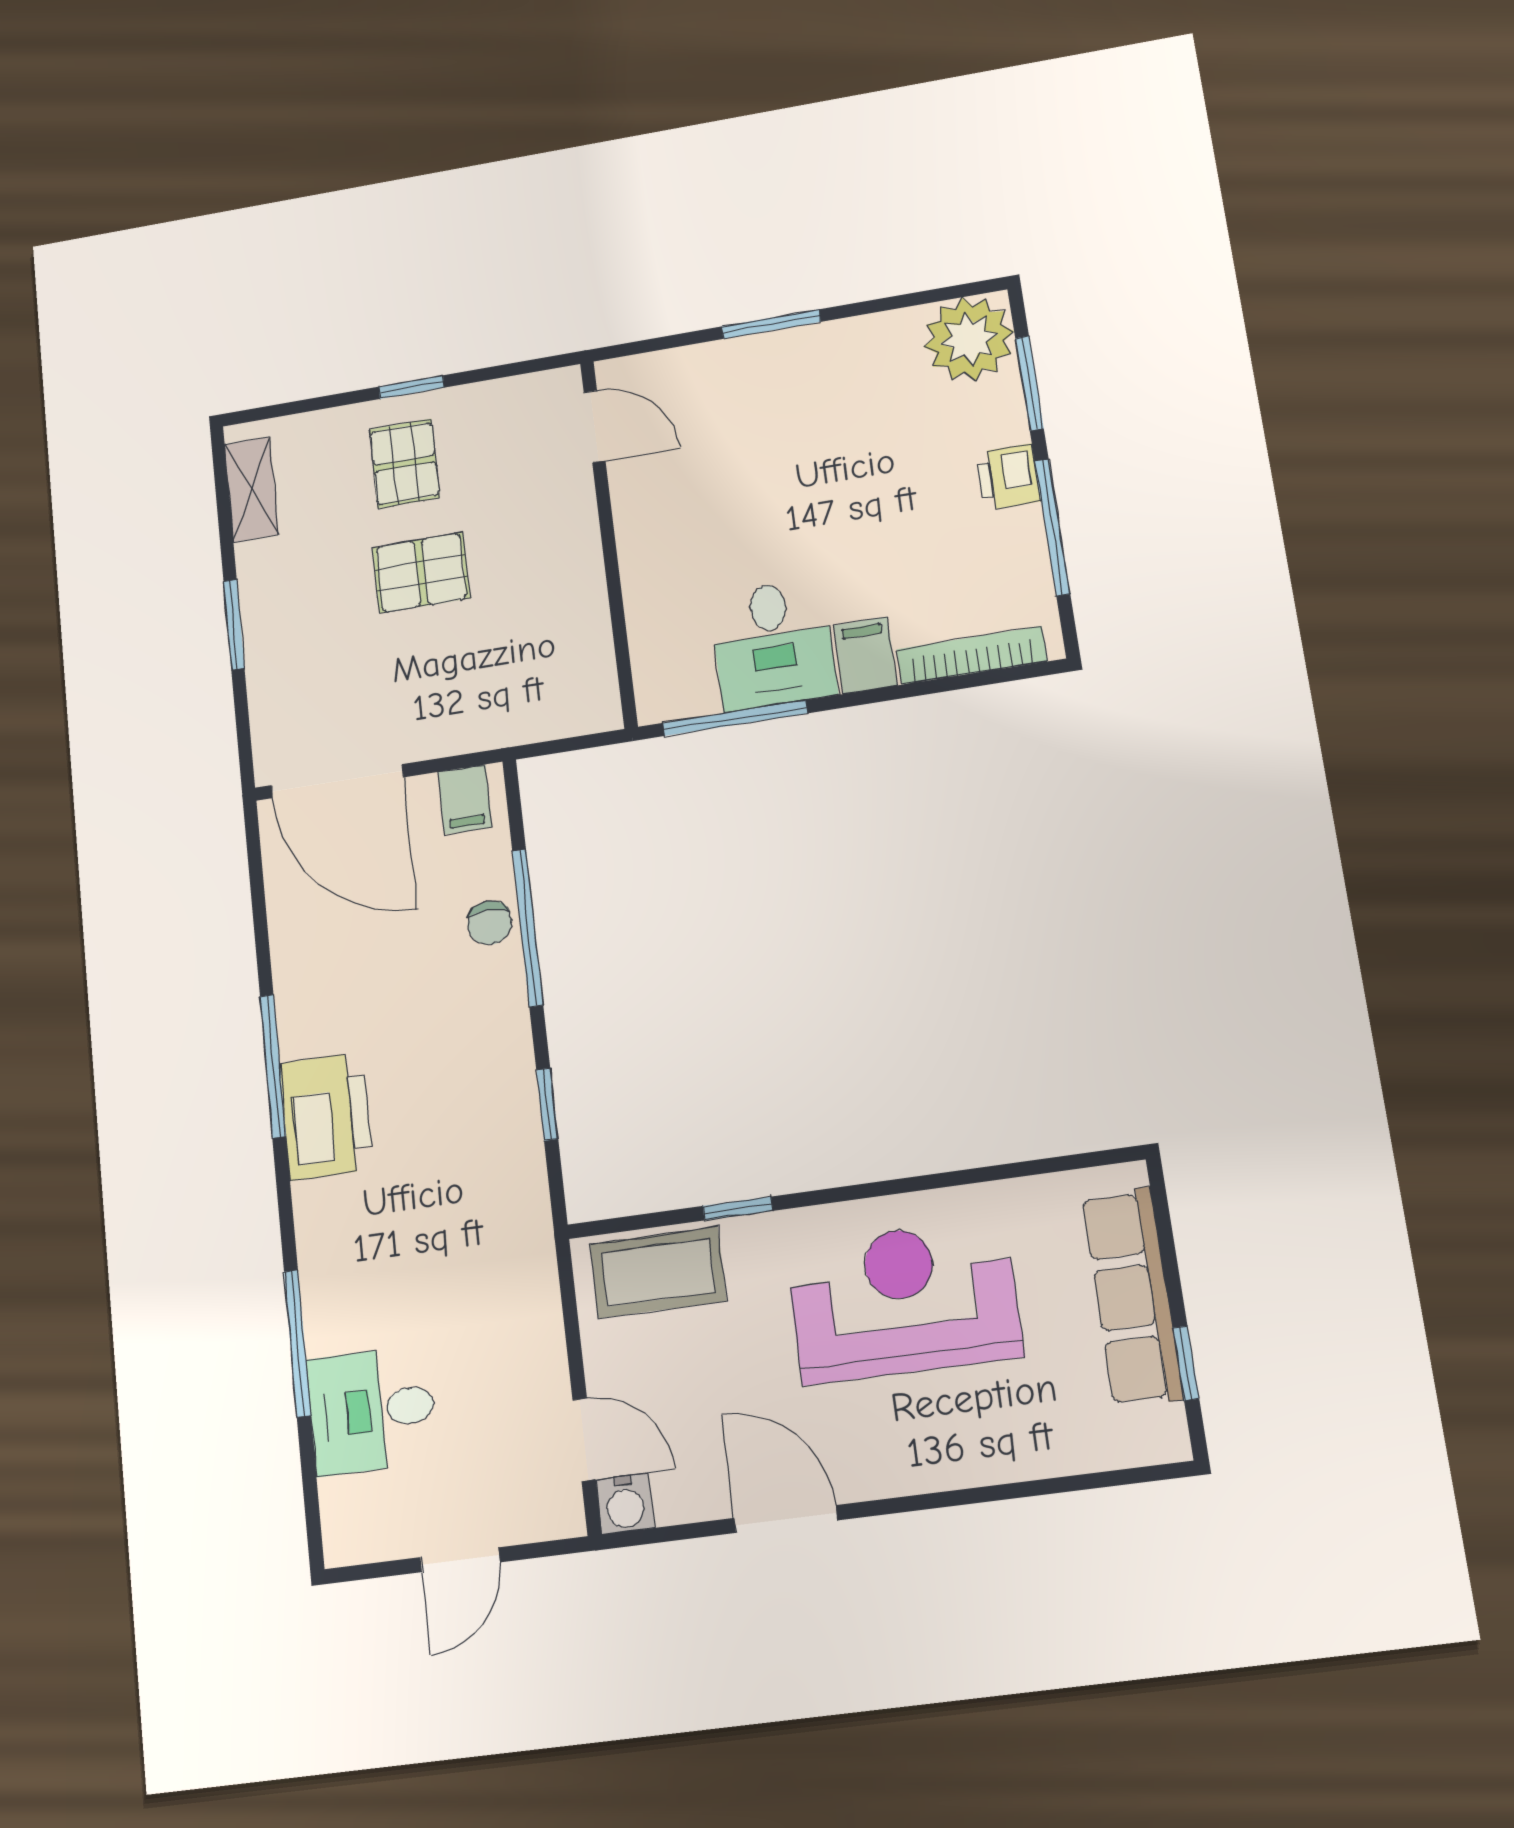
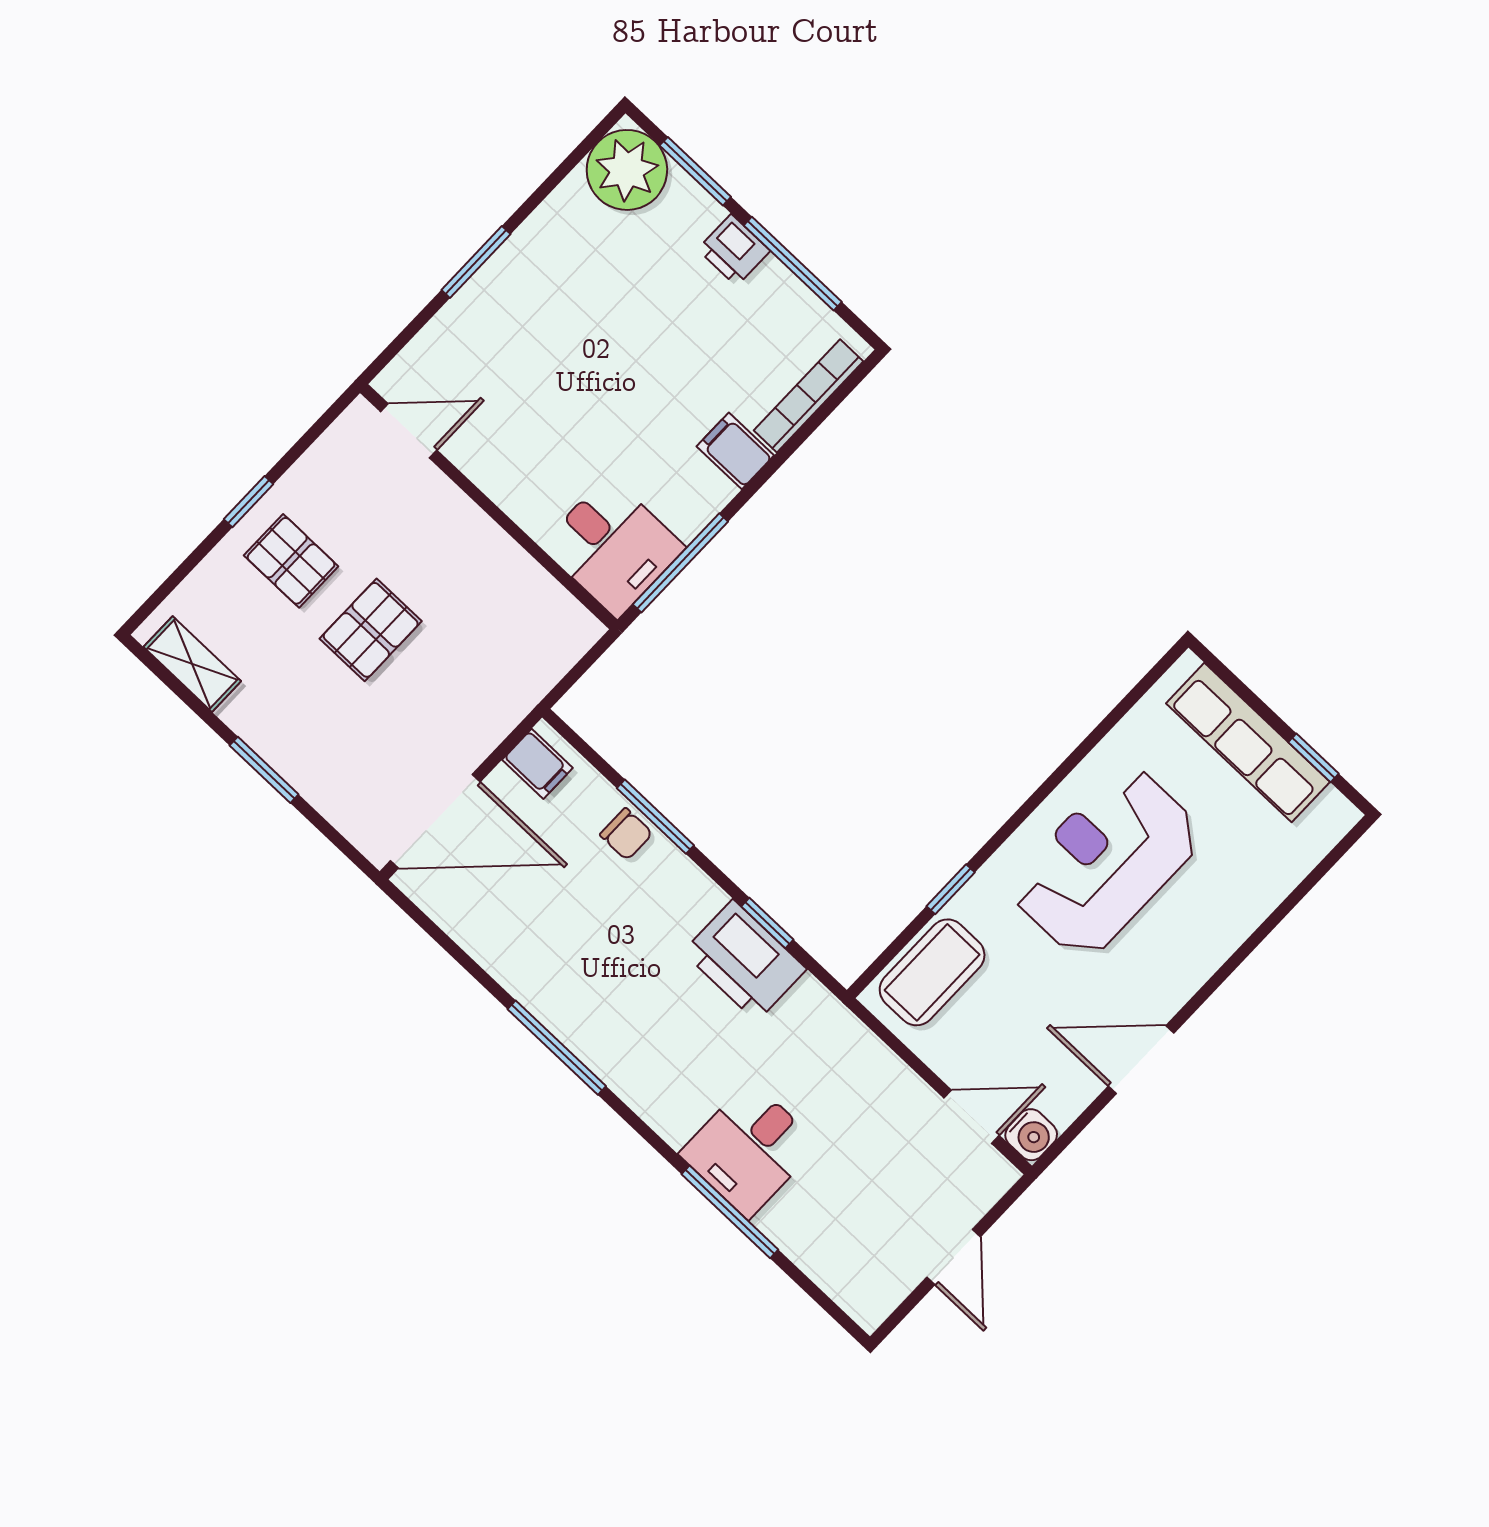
desk: (773, 644) -> (613, 546), moved
window: (528, 928) -> (655, 817), width x0.69
printer: (326, 1116) -> (745, 960), moved, turned 180
desk: (372, 1410) -> (749, 1149), moved

